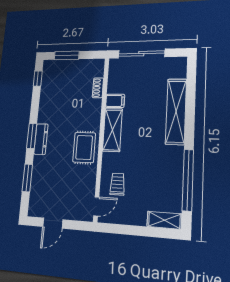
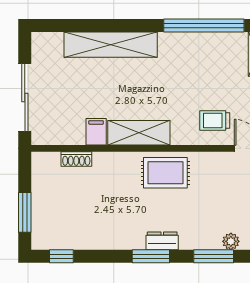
dresser: (41, 139) -> (162, 241), width x0.70
plant: (36, 190) -> (231, 241), added

